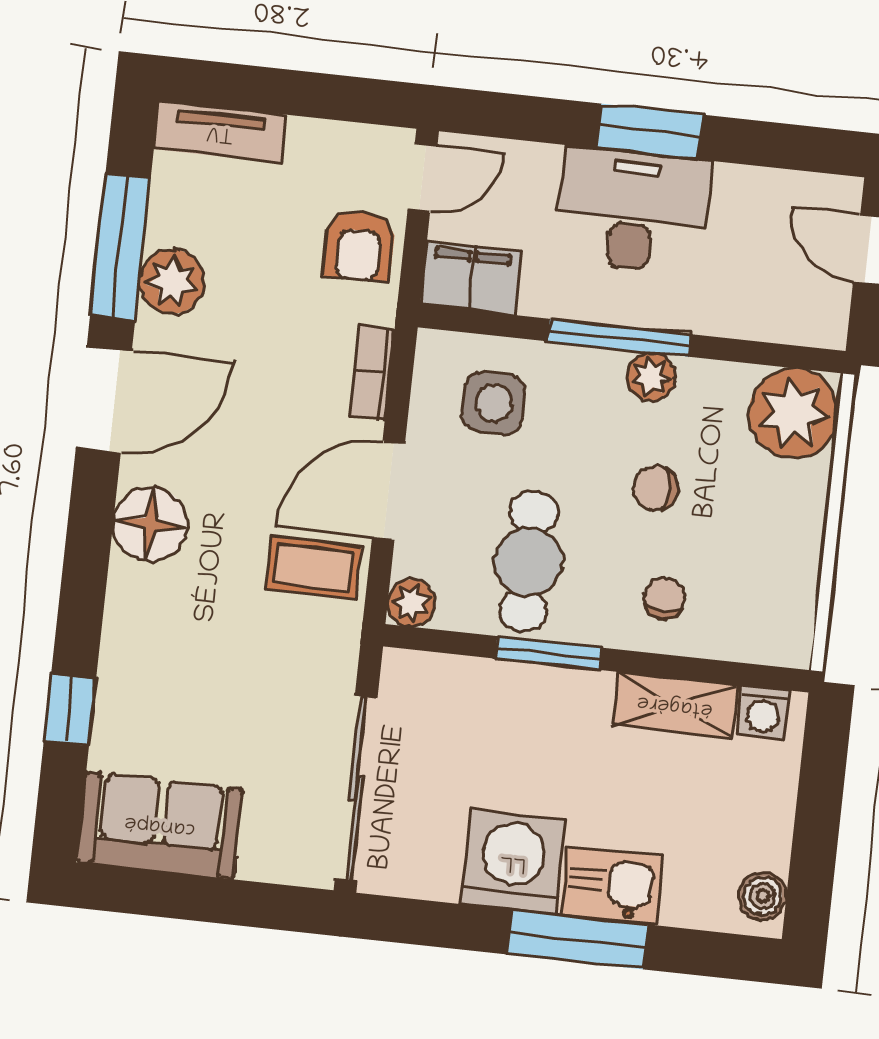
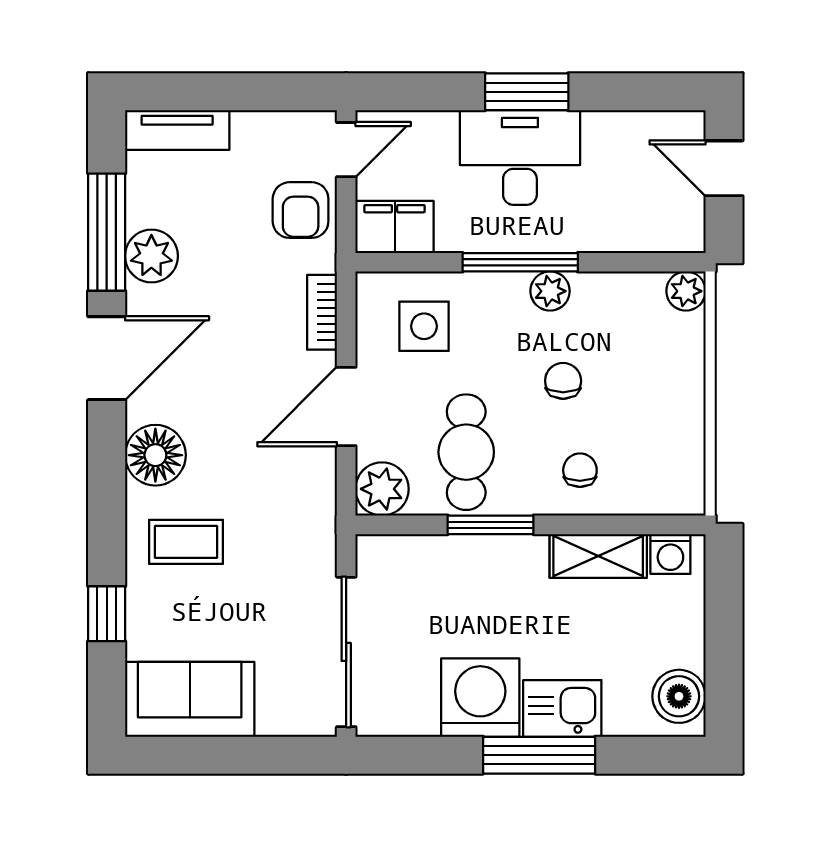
plant: (794, 413) -> (686, 291), width x0.53, depth x0.53
chair: (656, 488) -> (563, 381), turned 90
coffee table: (313, 568) -> (186, 542), moved
plant: (411, 603) -> (382, 489), width x1.38, depth x1.38
boiler: (762, 896) -> (679, 696), width x1.36, depth x1.36

